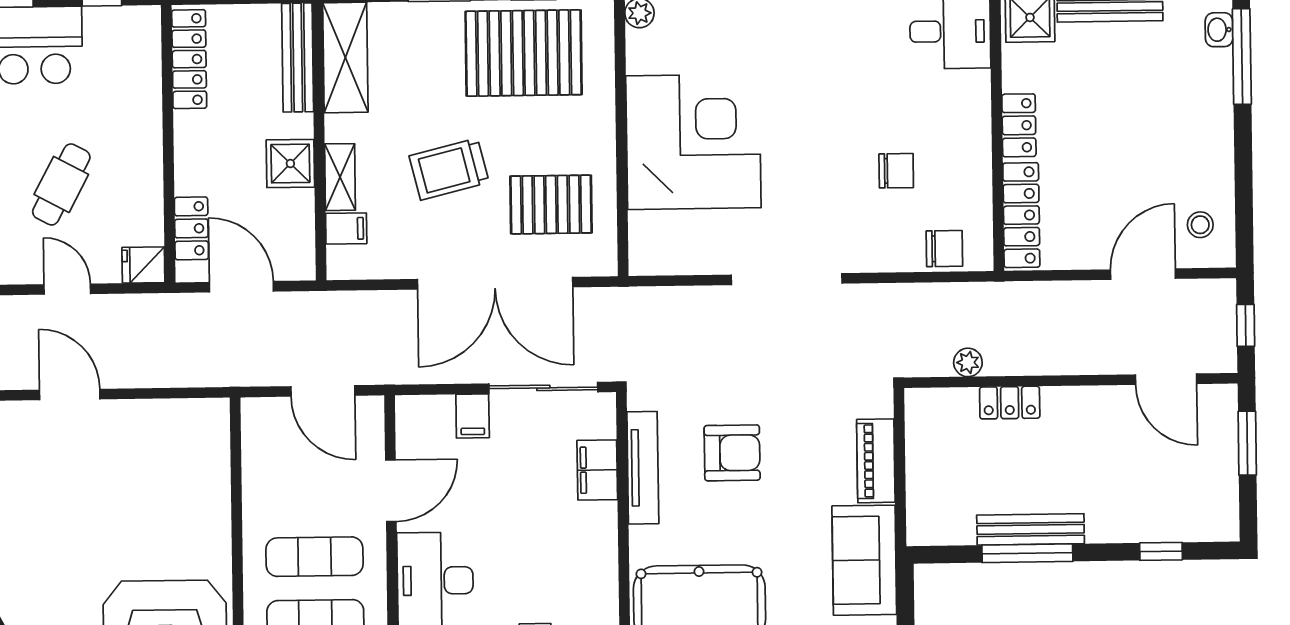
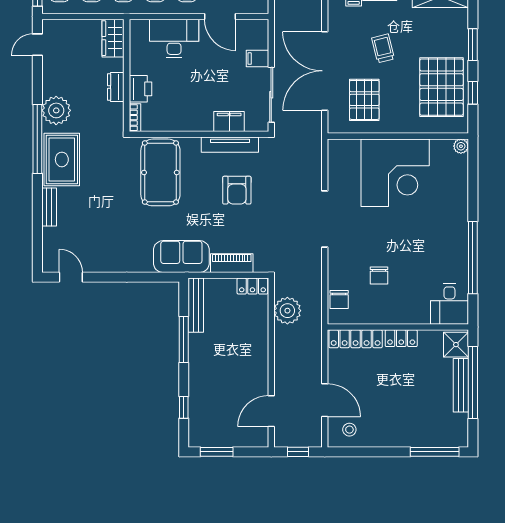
washbasin: (1219, 30) -> (448, 441), removed
trolley: (449, 169) -> (383, 48), width x0.73, depth x0.72
plant: (968, 362) -> (287, 311), width x1.87, depth x1.87
locker: (1010, 403) -> (252, 286), moved, turned -90
window: (1247, 443) -> (217, 452), moved
bench: (1031, 529) -> (196, 305), moved

